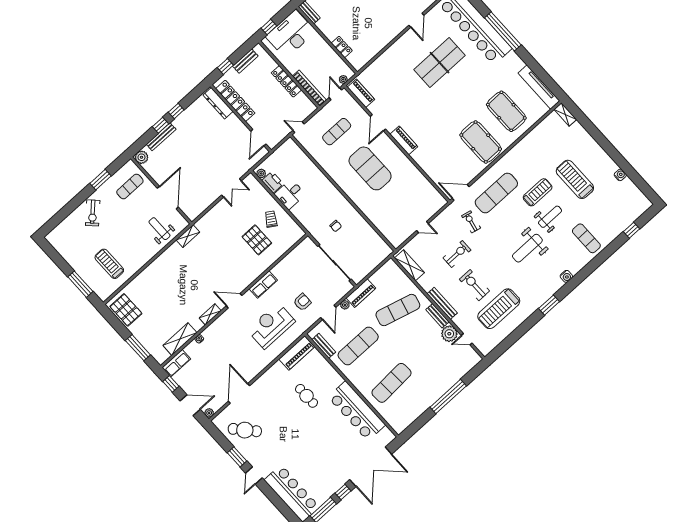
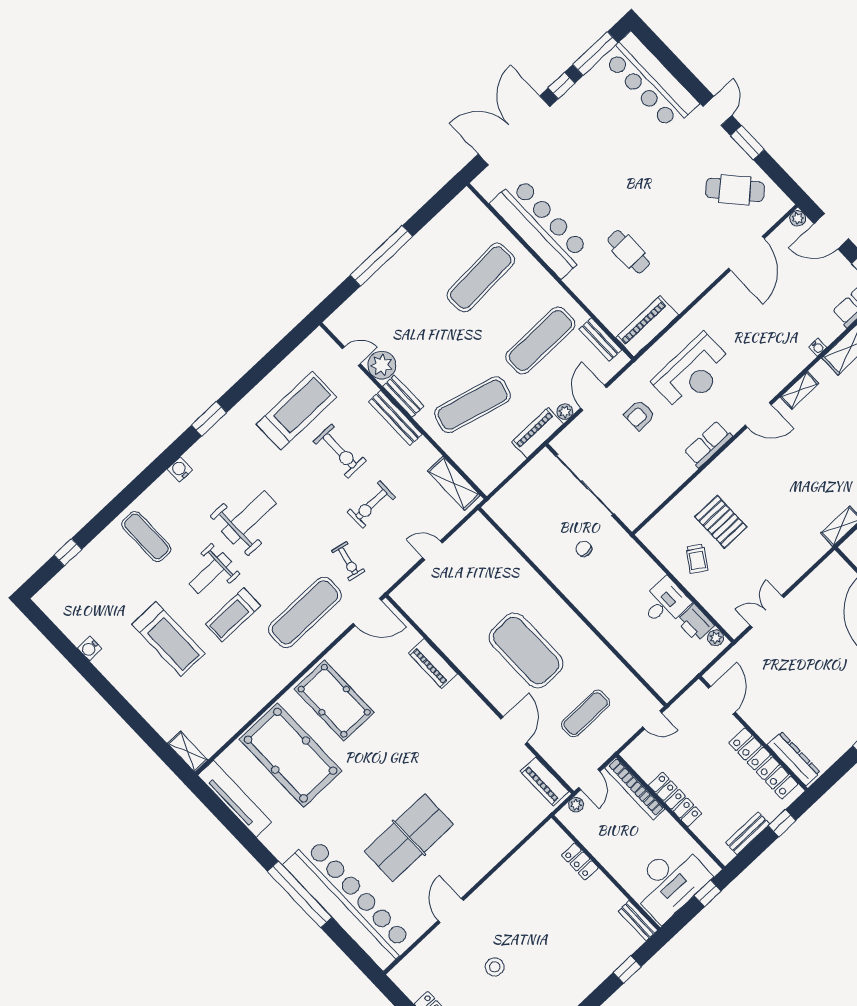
pool table: (506, 111) -> (291, 755), width x1.36, depth x1.32
piano: (404, 140) -> (433, 663), moved

